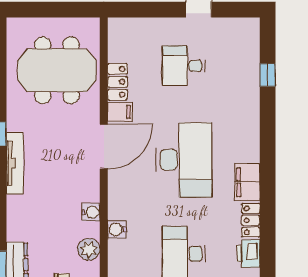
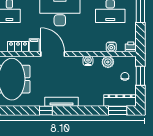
water cooler: (117, 229) -> (111, 47), moved

